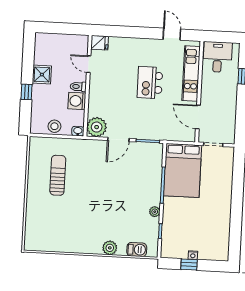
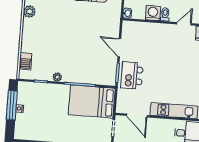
kitchen island: (150, 83) -> (132, 75), moved, turned -90
door: (198, 117) -> (137, 116), swing flipped
plant: (97, 127) -> (130, 29), removed
plant: (110, 248) -> (29, 12), moved
window: (189, 264) -> (12, 105), width x2.17

